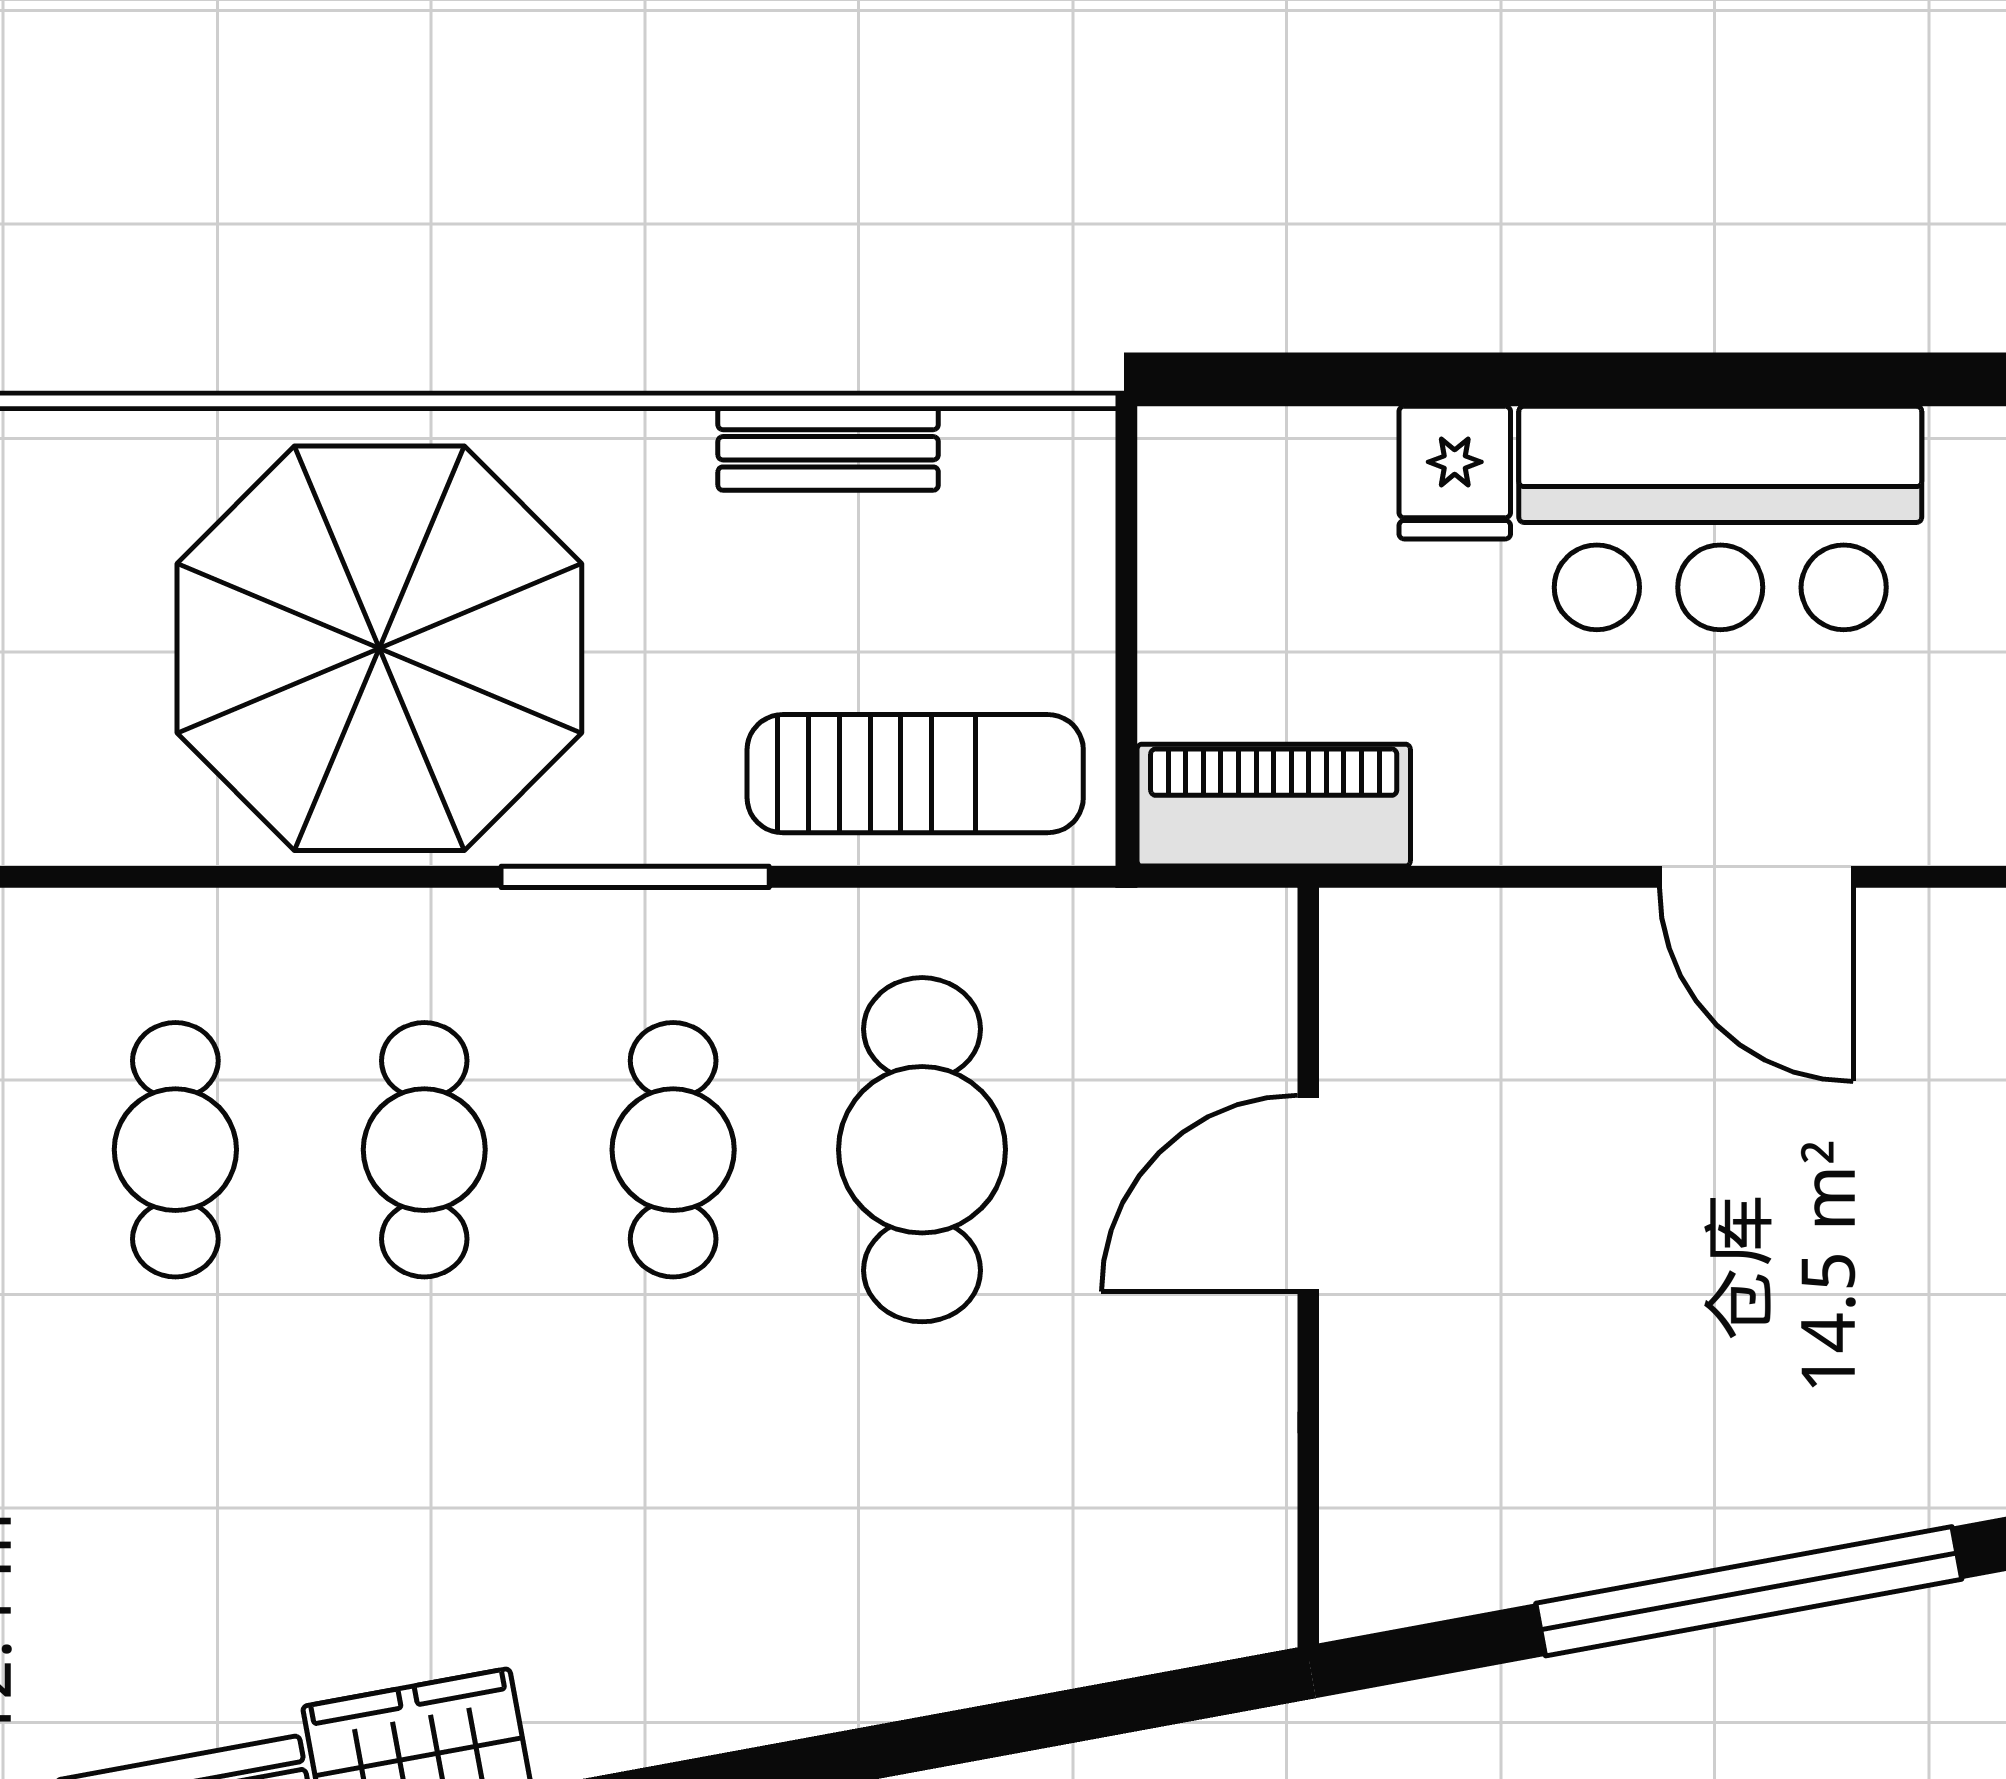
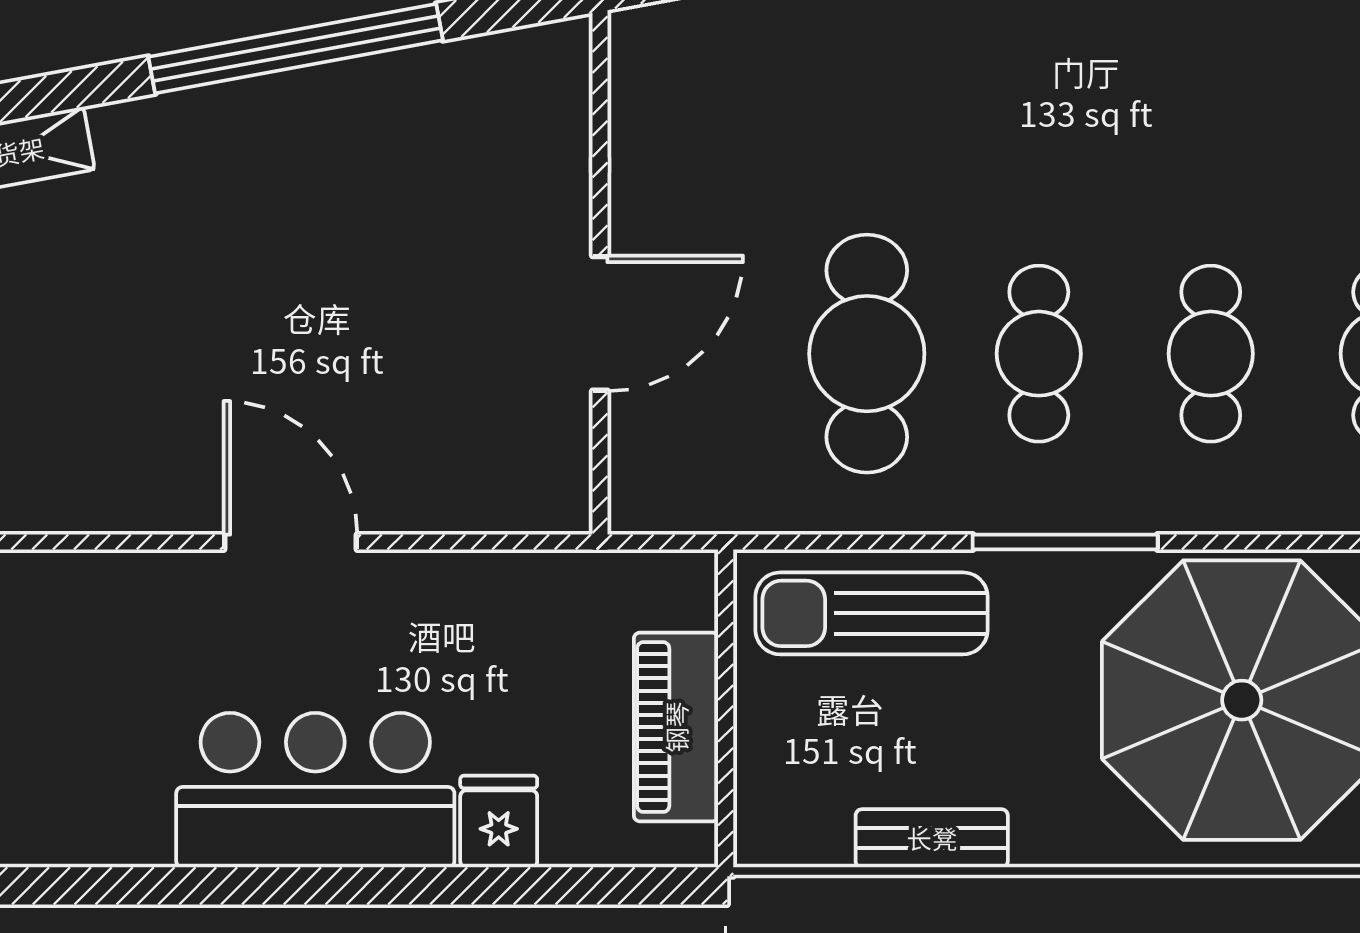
piano: (1274, 805) -> (676, 727), moved, turned 90

